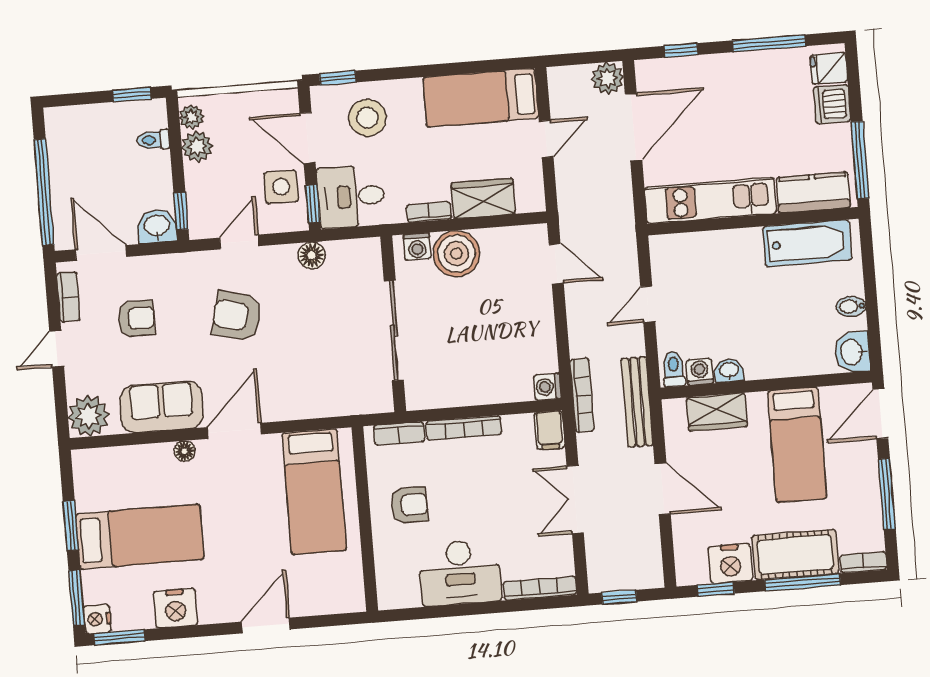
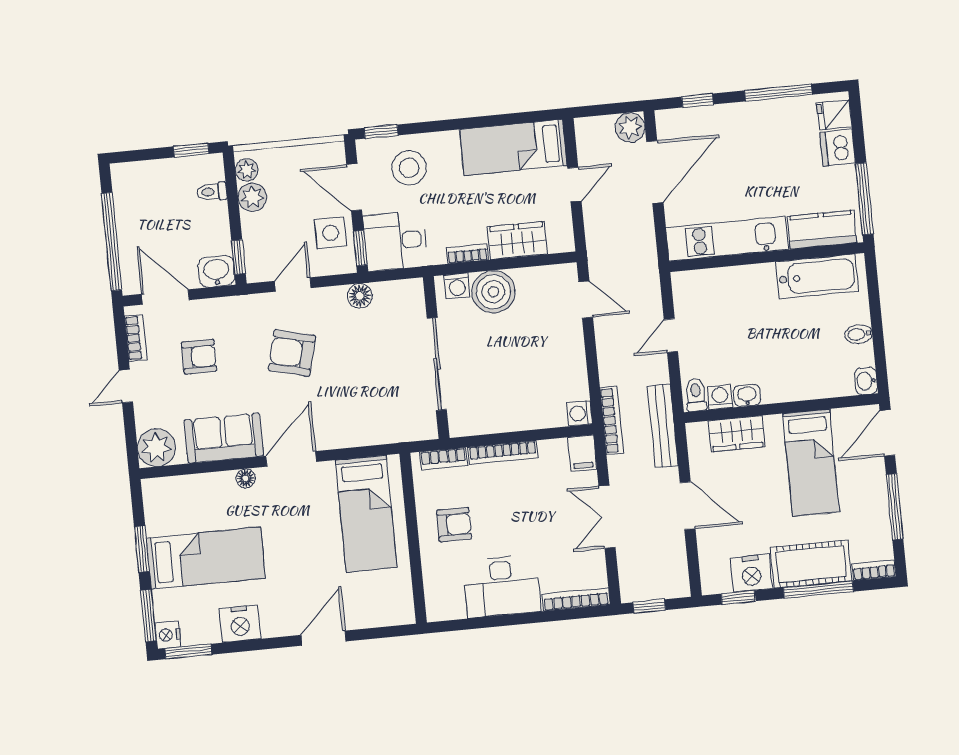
washbasin: (852, 352) -> (866, 381), width x0.72, depth x0.69

